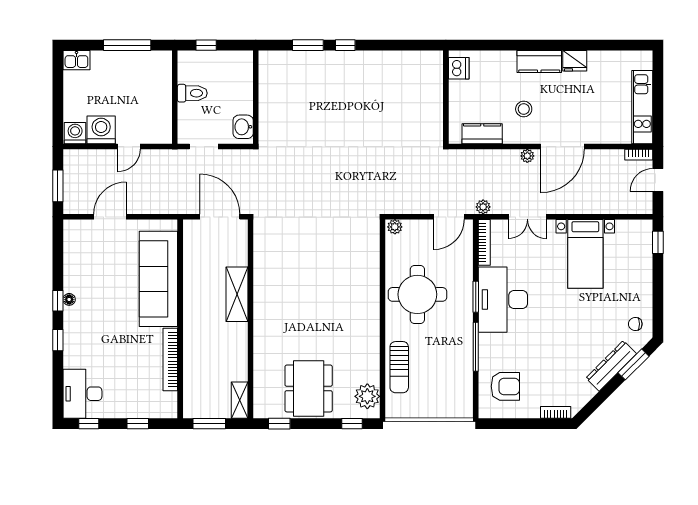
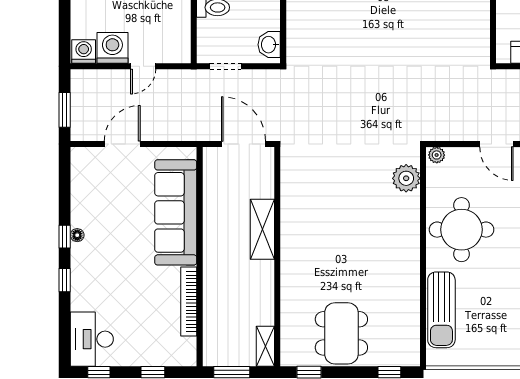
door: (449, 217) -> (496, 144), hinge flipped
sun lounger: (399, 367) -> (441, 310), width x1.36, depth x1.34
plant: (367, 396) -> (406, 178), moved

